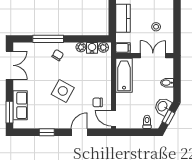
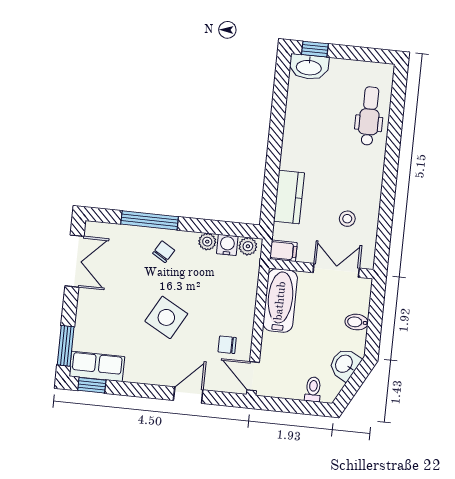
row of seats: (20, 105) -> (97, 366), moved, turned -90
window: (168, 117) -> (353, 385), removed
window: (47, 132) -> (92, 385), moved

